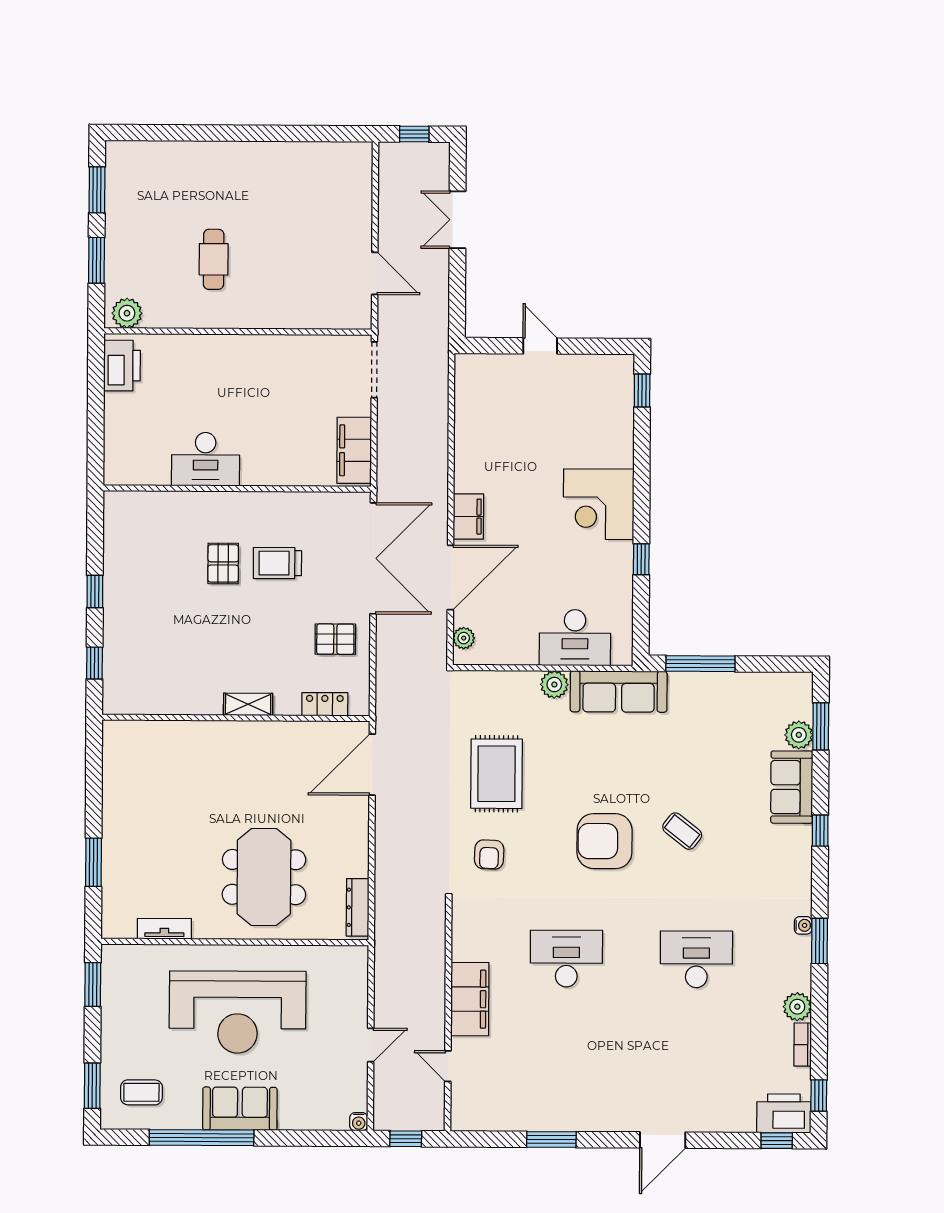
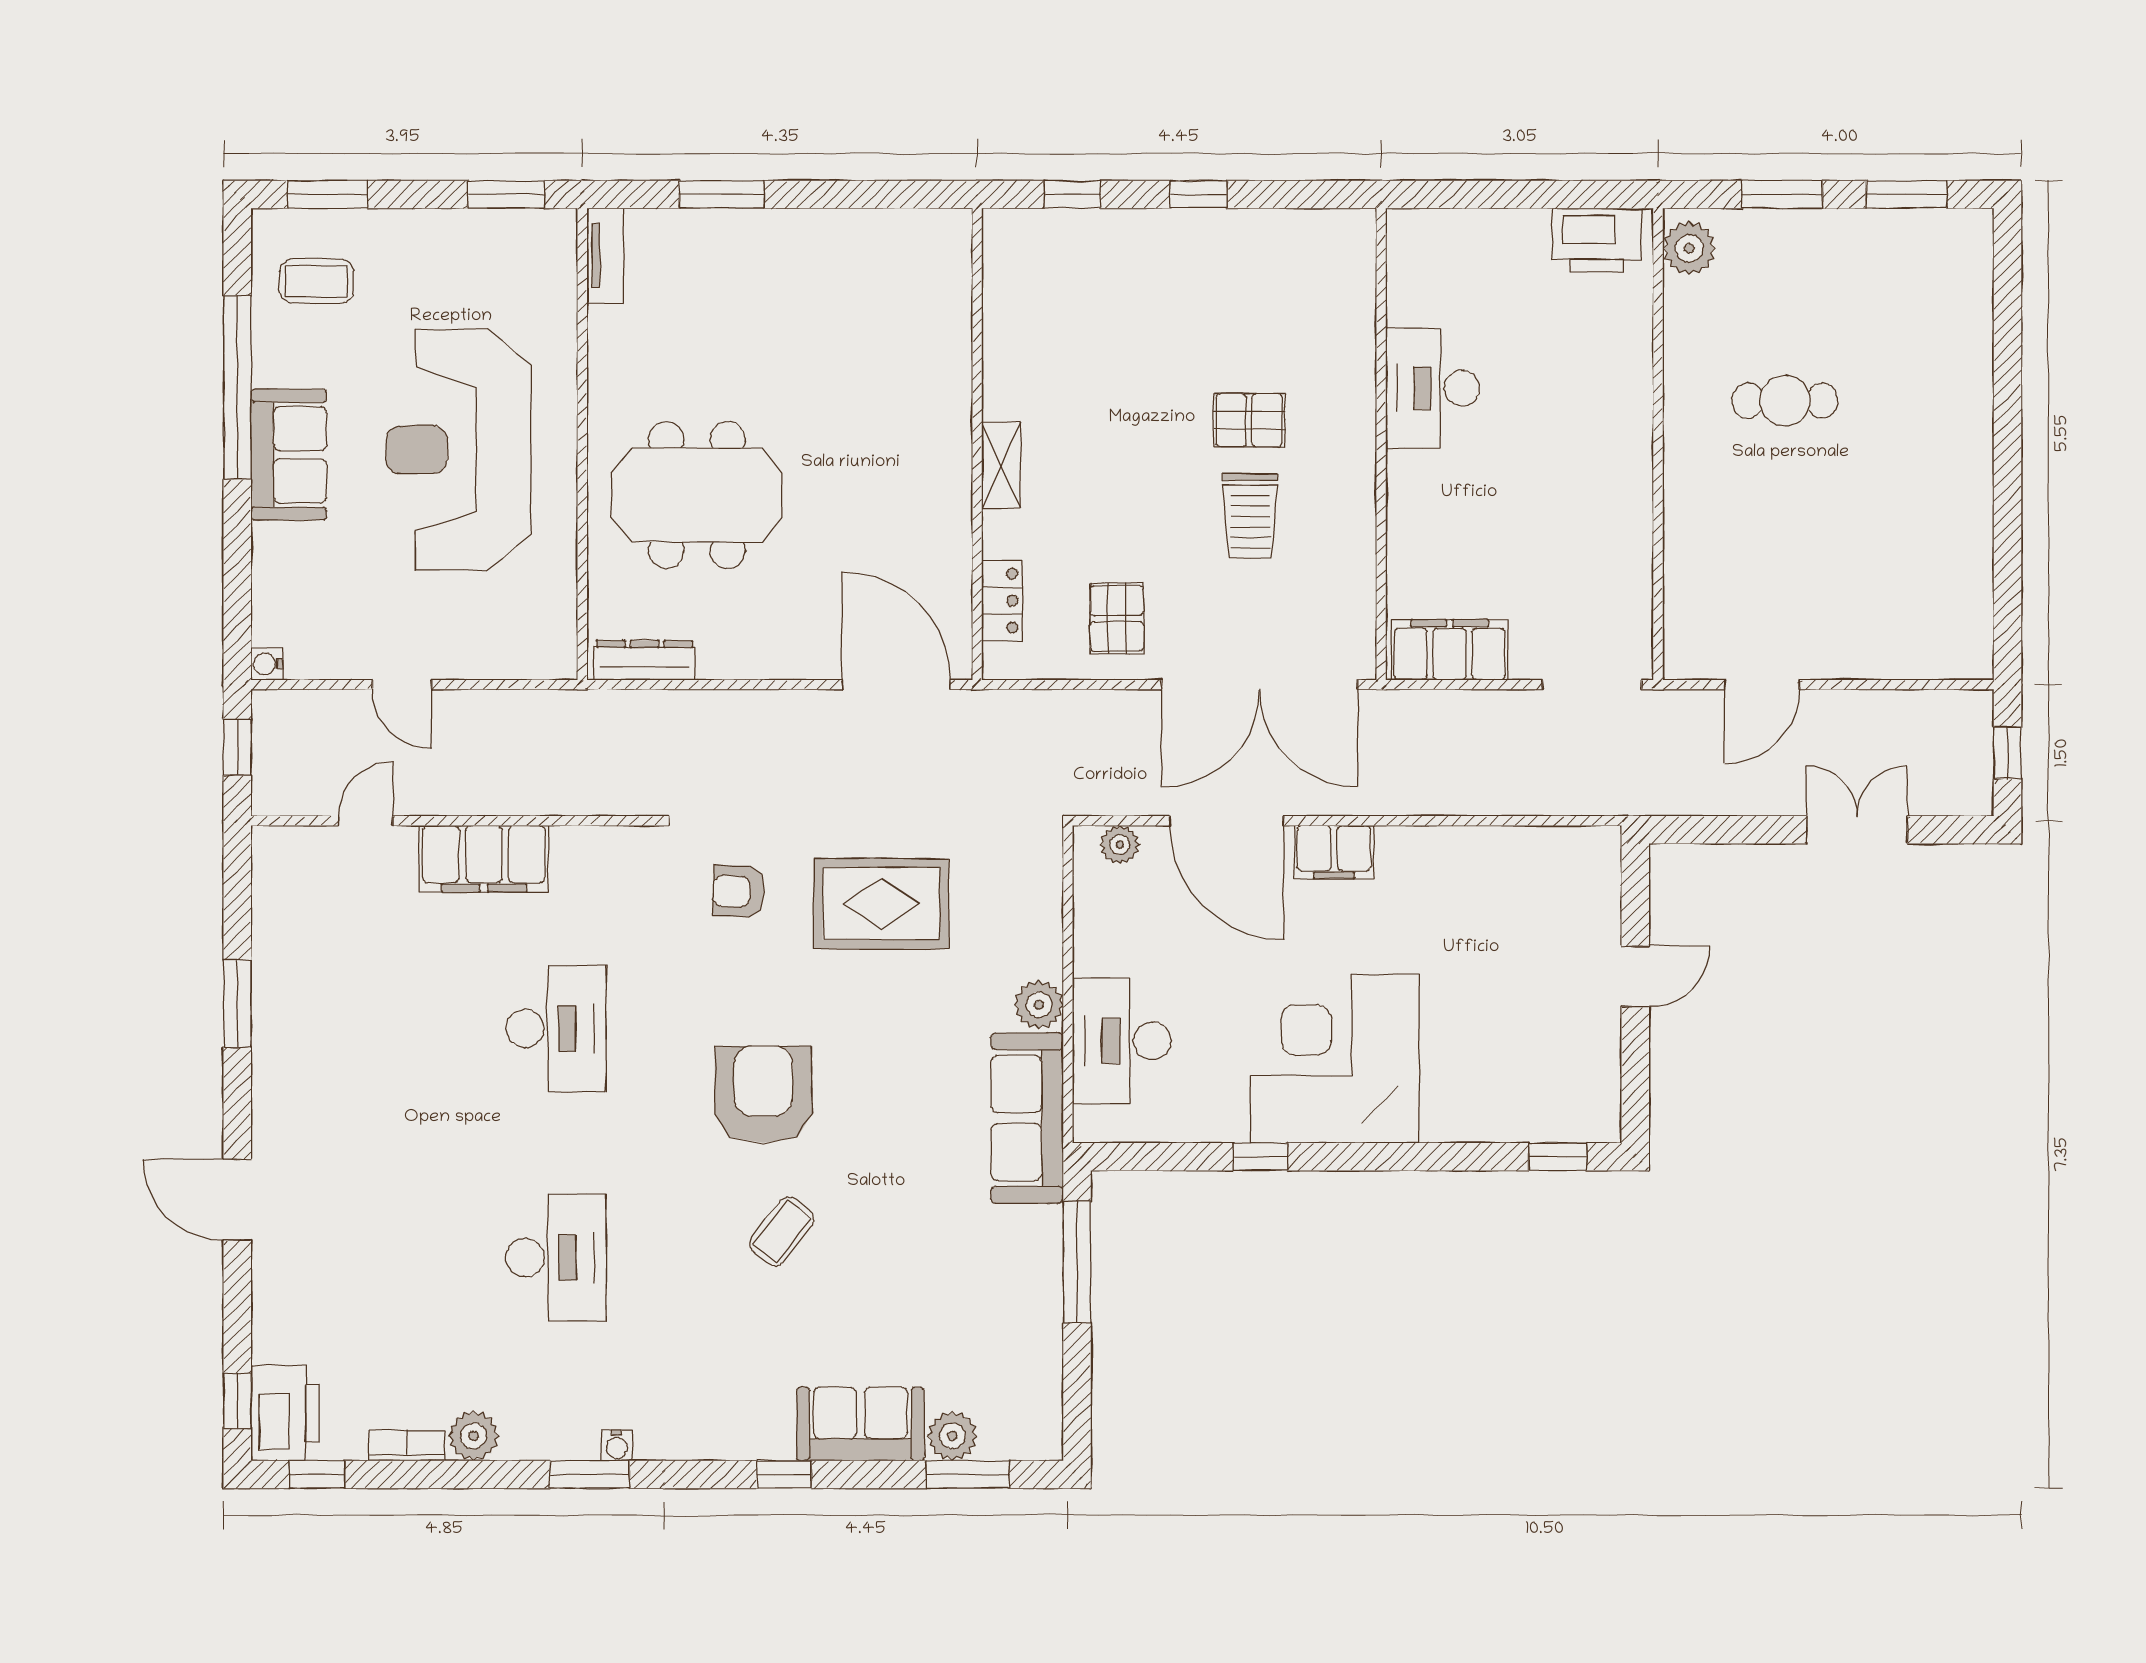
corner desk: (599, 504) -> (1335, 1059), width x1.36, depth x1.36
trolley: (277, 563) -> (1250, 516), turned 180
tv unit: (164, 929) -> (605, 256), moved
coffee table: (141, 1092) -> (317, 281), turned 90

